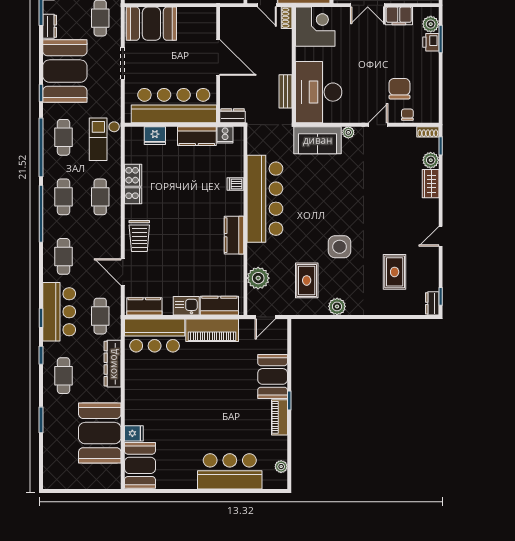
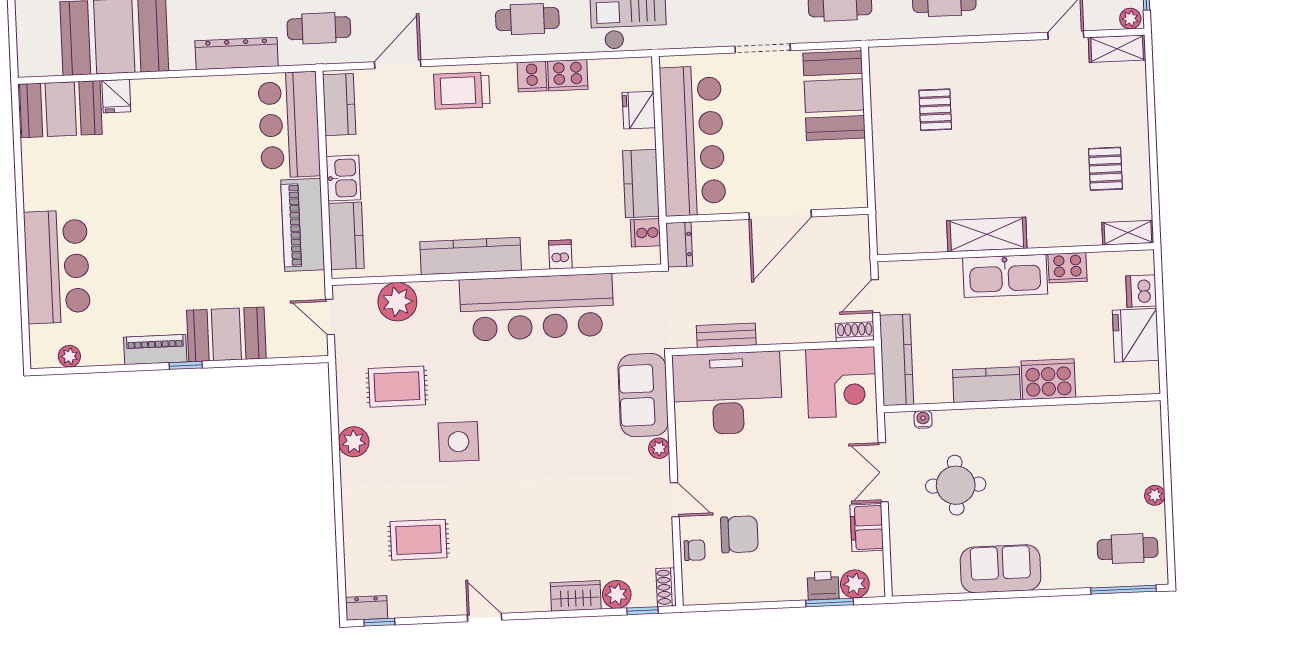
kitchen counter: (234, 235) -> (471, 256), width x1.50

